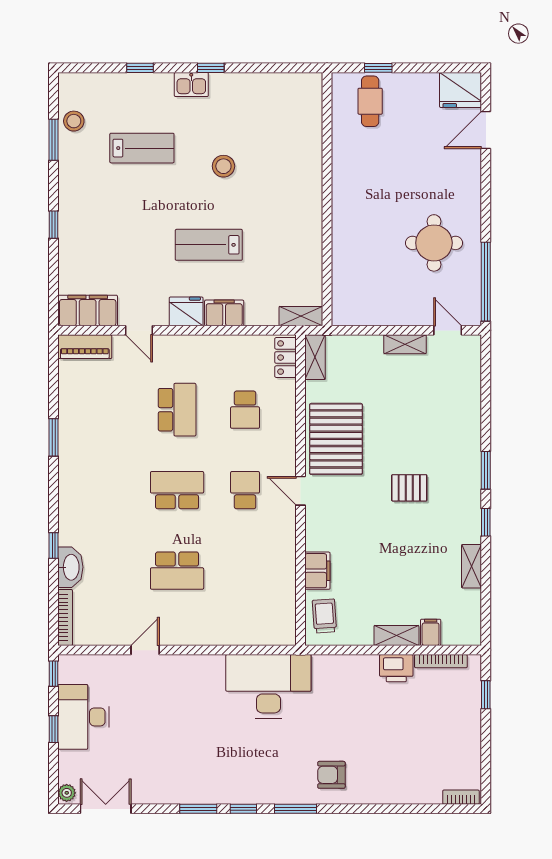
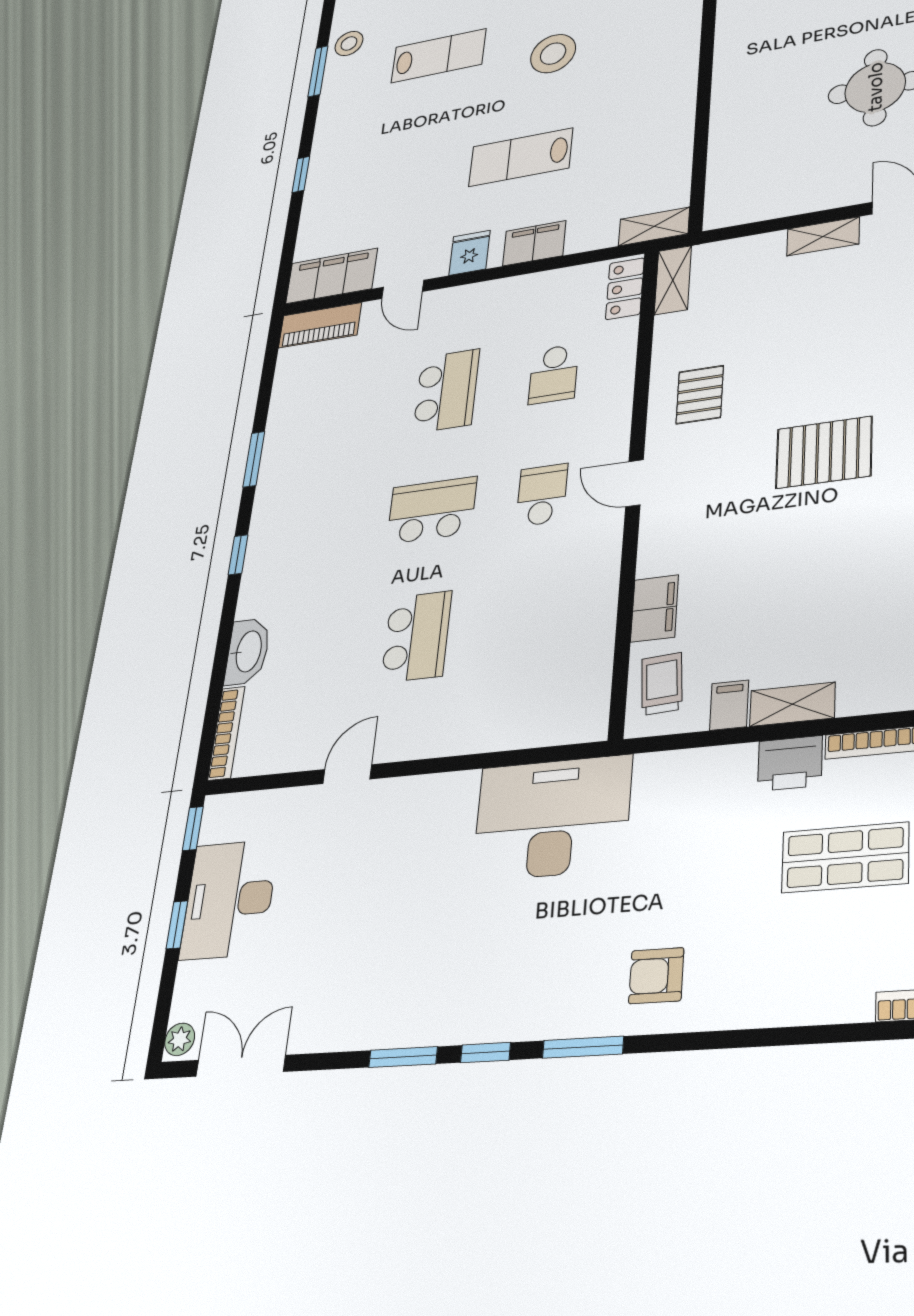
stool: (223, 166) -> (553, 54), width x1.38, depth x1.38
fridge: (186, 311) -> (470, 253), width x0.72
pallet: (336, 439) -> (700, 395), width x0.49, depth x0.50
pallet: (409, 488) -> (824, 452), width x1.50, depth x1.42
window: (54, 546) -> (238, 555), moved
school desk: (177, 571) -> (417, 637), turned -90
filing cabinet: (431, 632) -> (729, 705), moved
shop shelf: (426, 721) -> (845, 858), added

